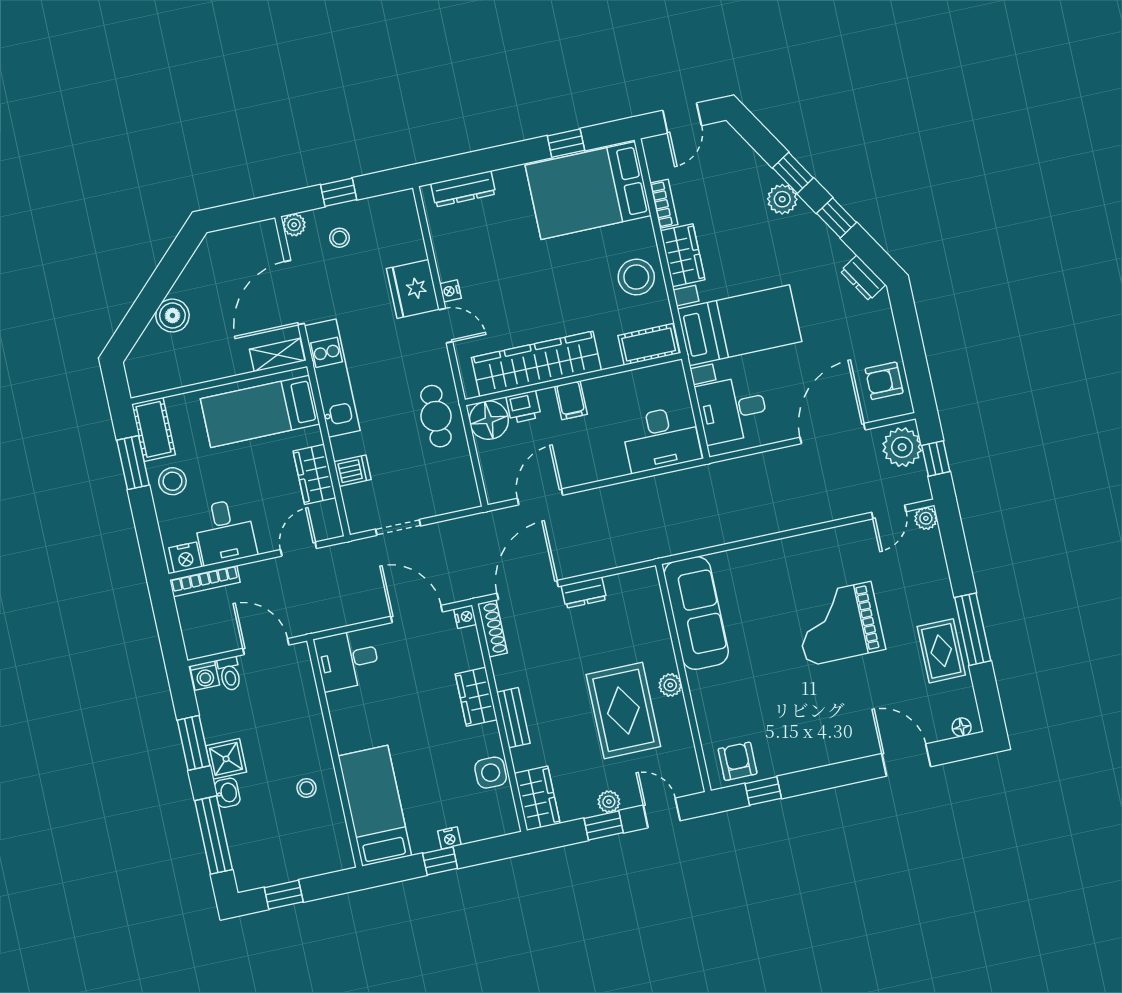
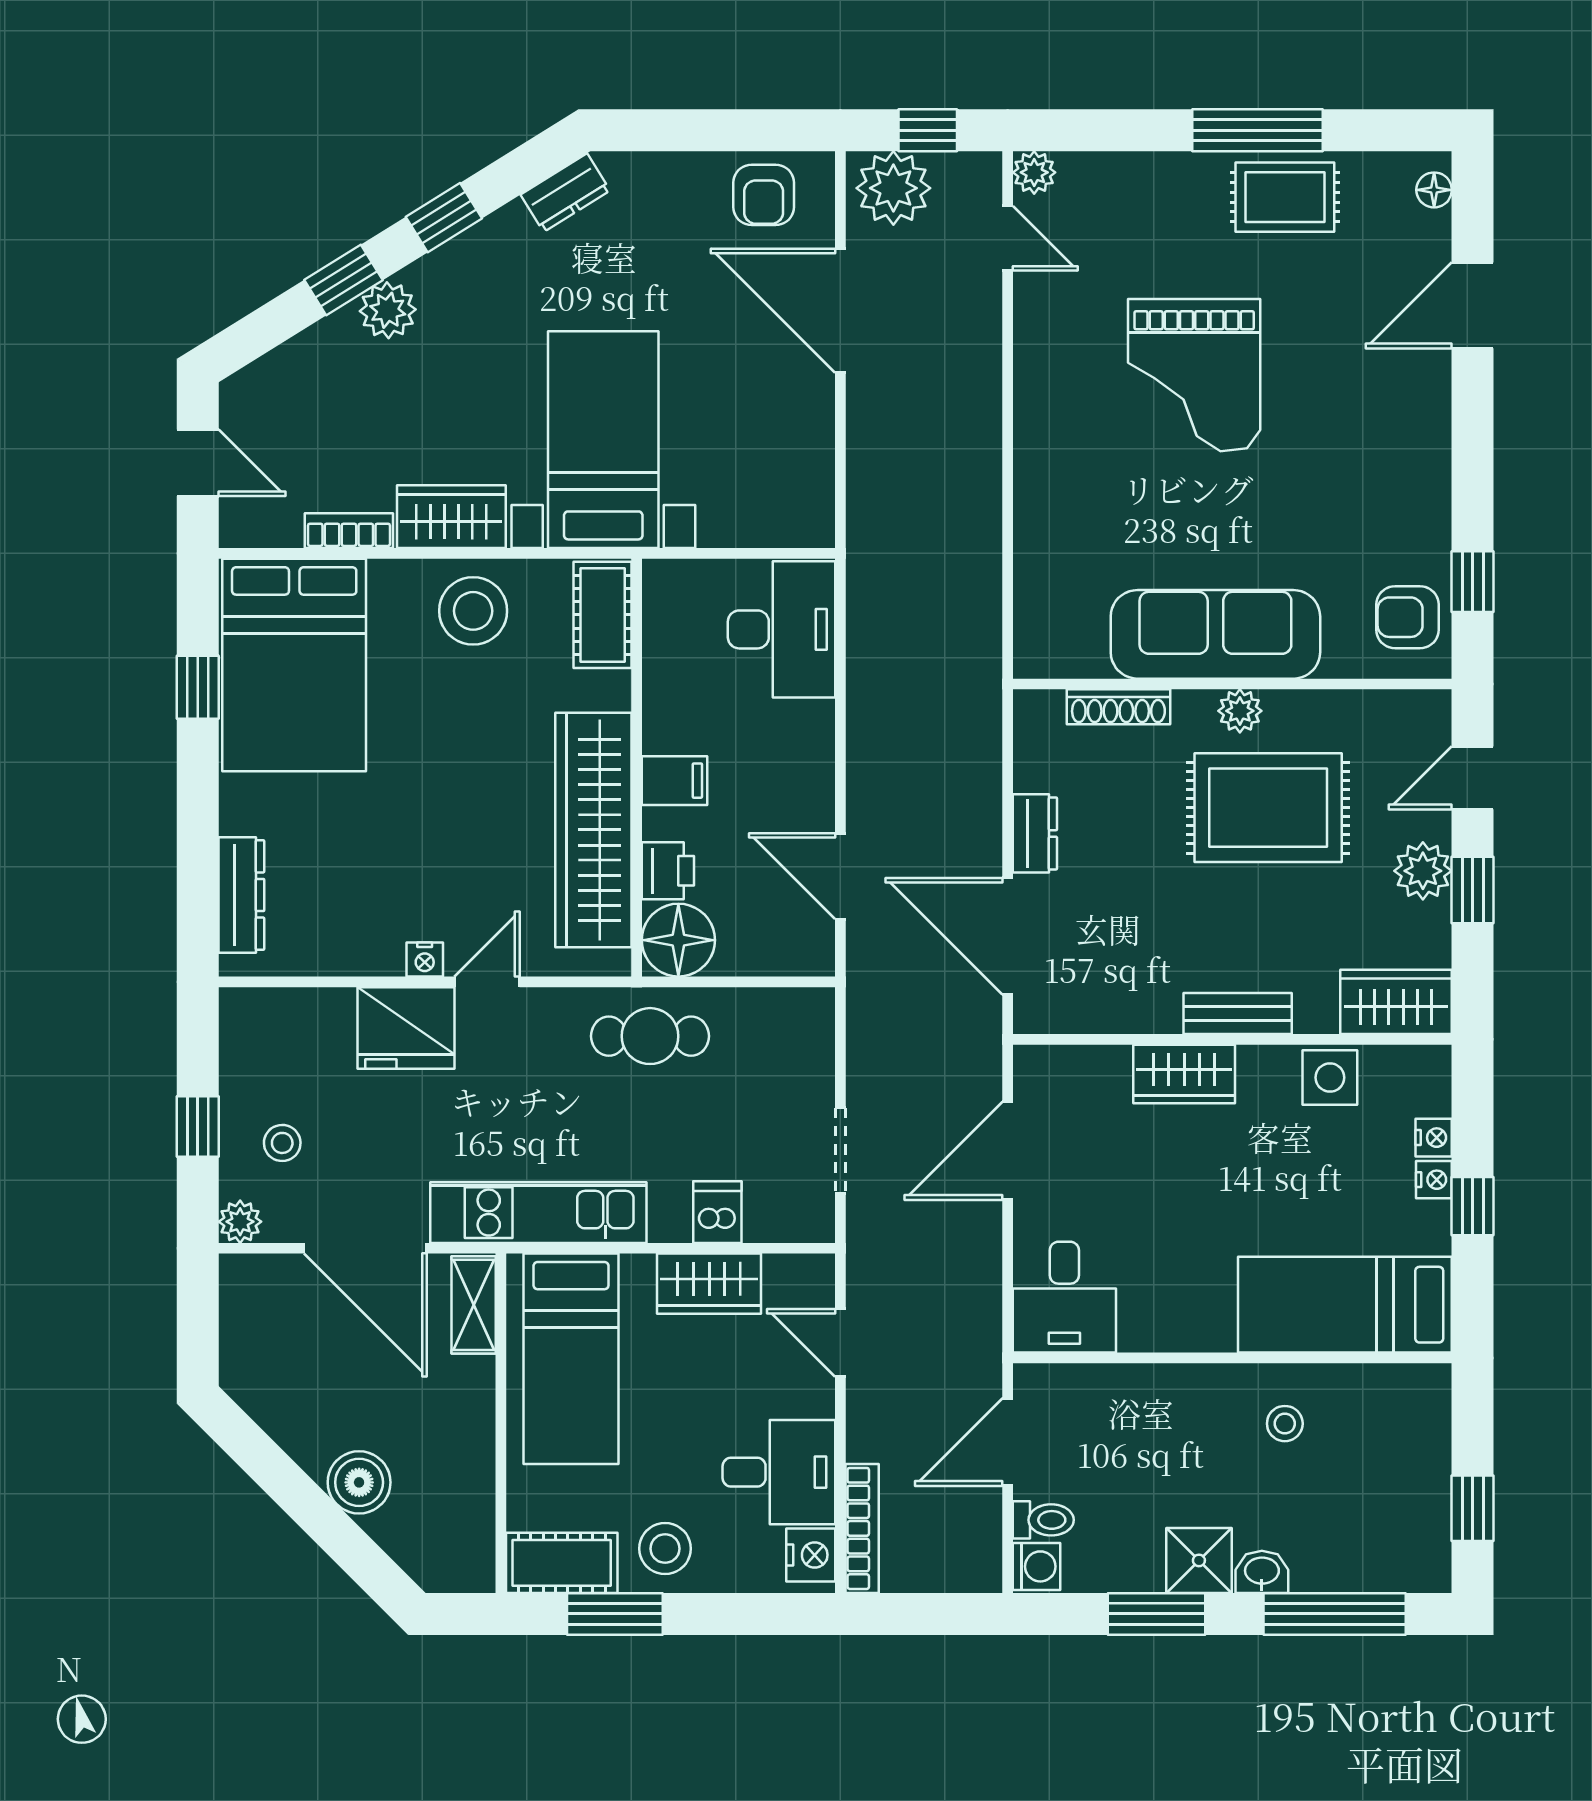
desk: (732, 410) -> (756, 487), removed
sofa: (696, 613) -> (1215, 634), moved
nightstand: (465, 617) -> (1434, 1138), moved, turned 90
shoe rack: (492, 628) -> (1118, 707), moved, turned 180
plant: (609, 802) -> (1423, 871), width x1.38, depth x1.38

